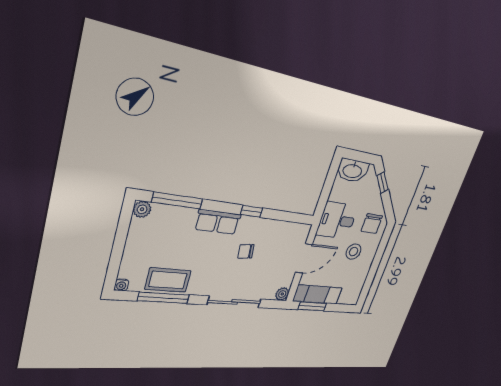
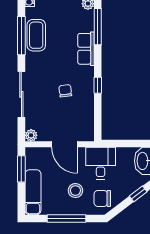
row of seats: (218, 222) -> (86, 49), moved
window: (376, 264) -> (67, 218), added
exam couch: (318, 294) -> (33, 192), moved

